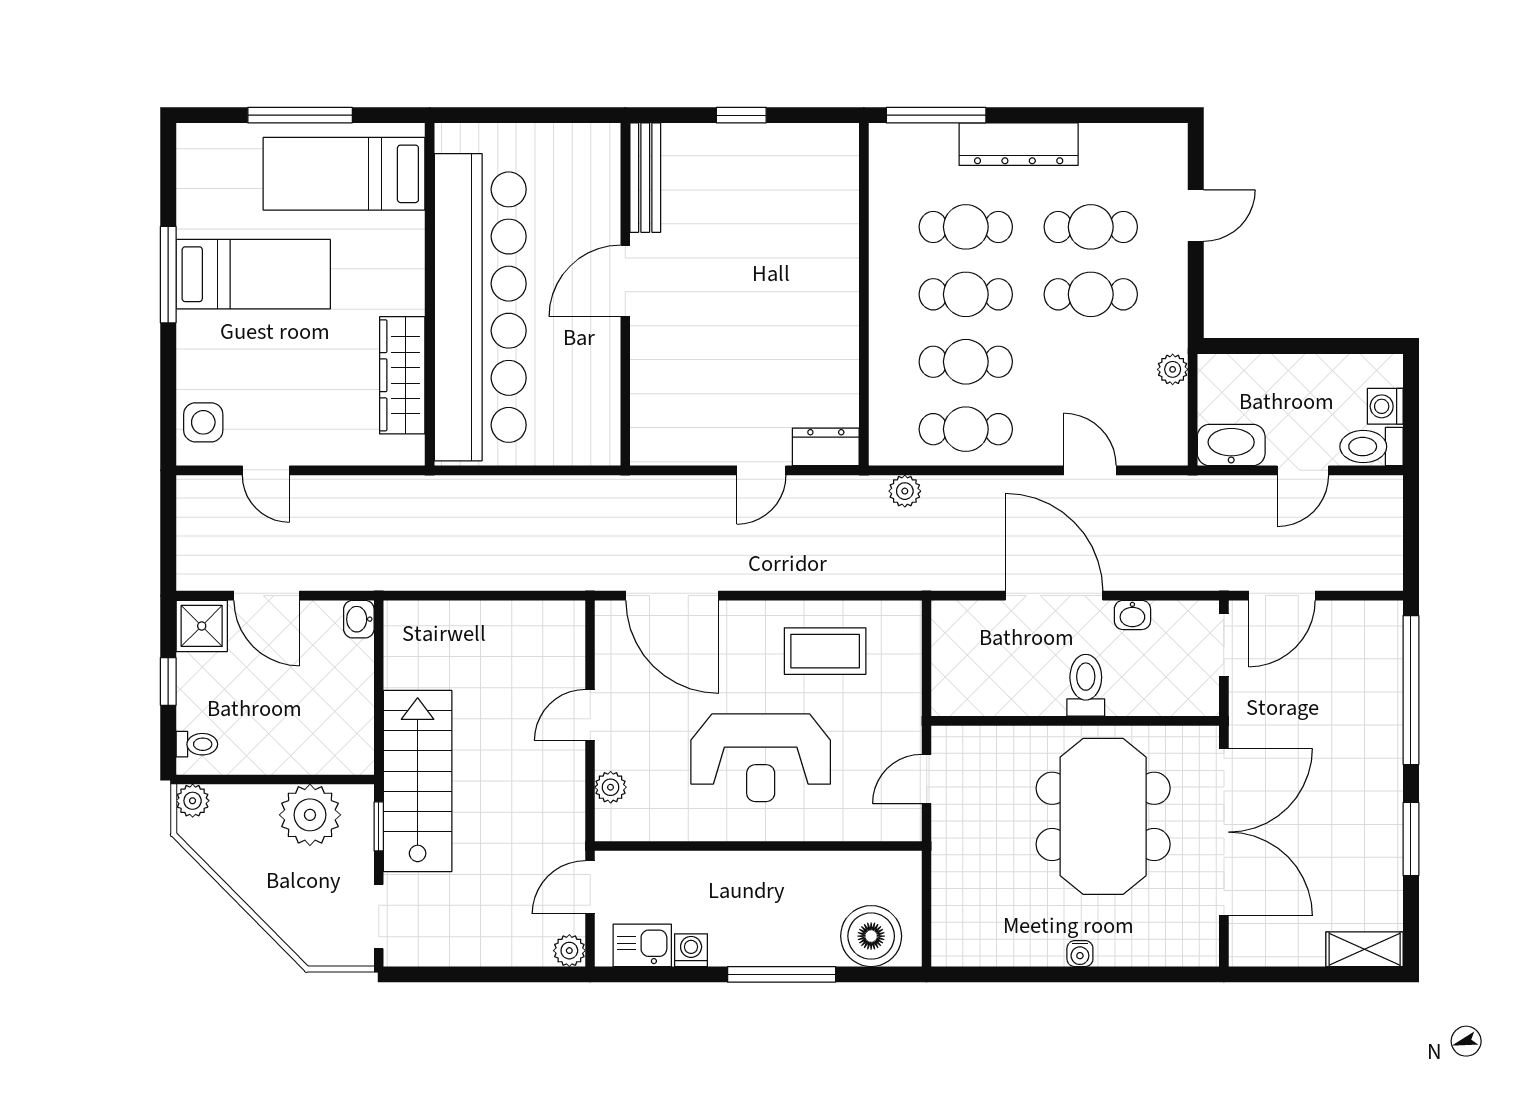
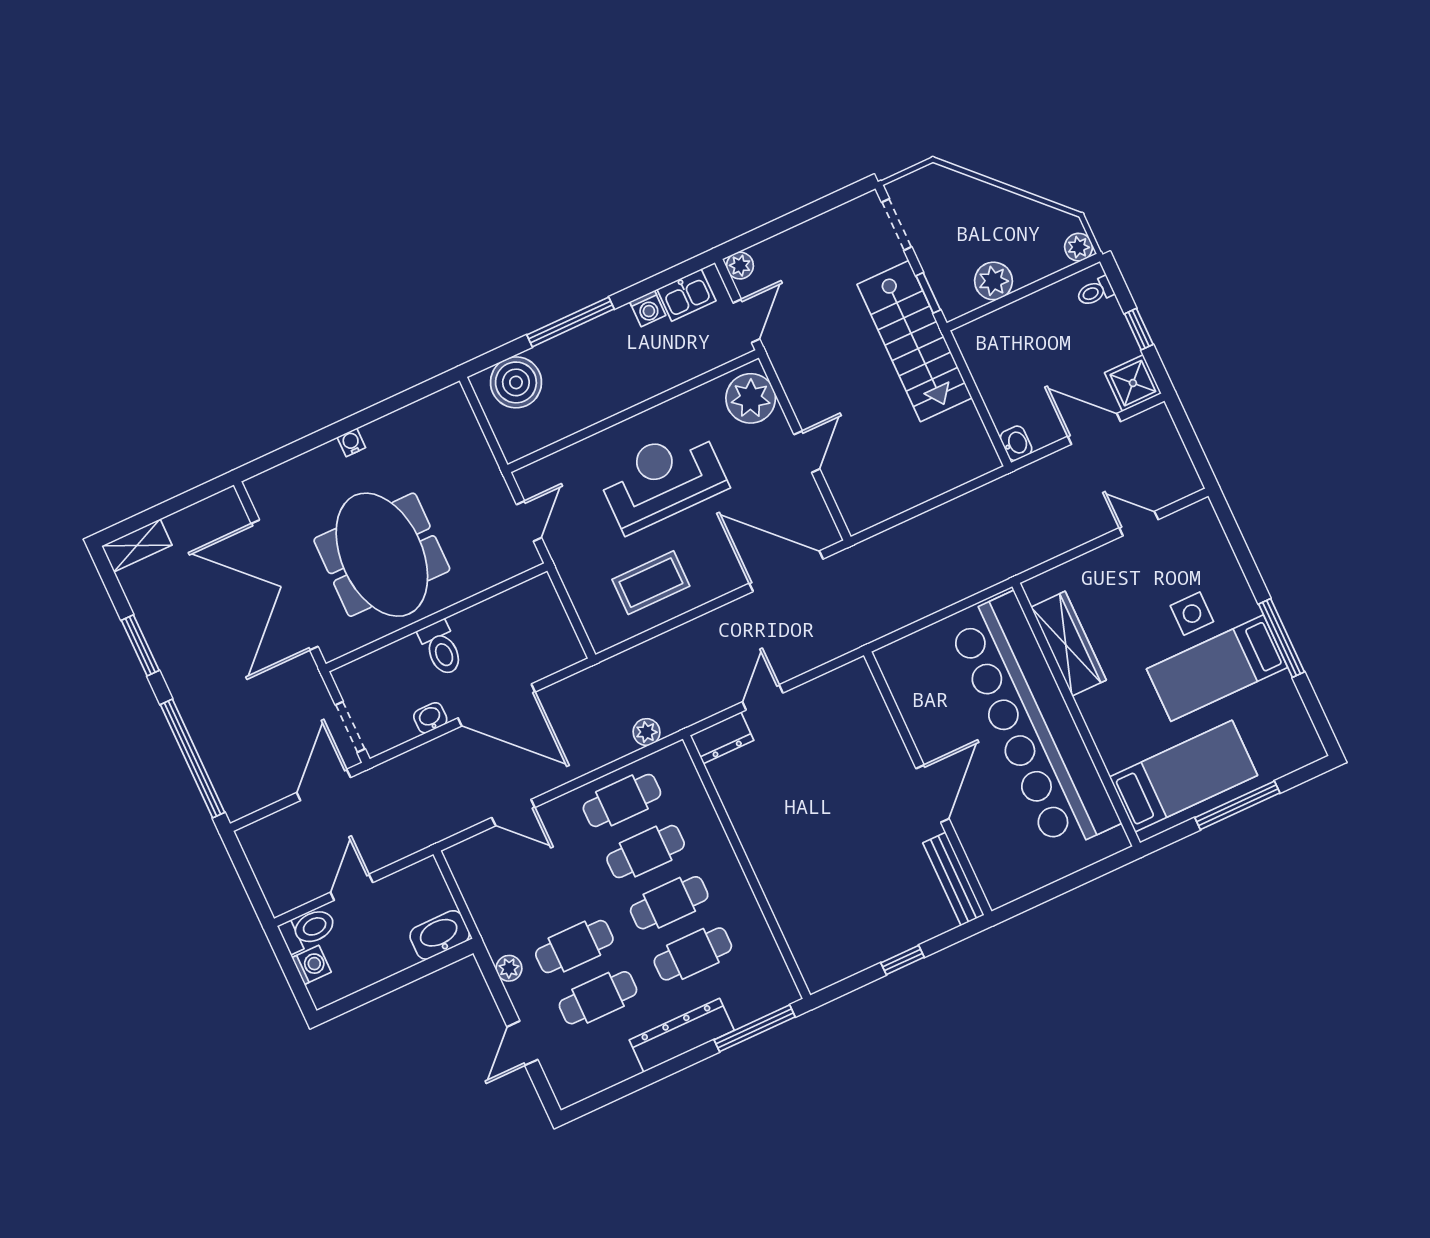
plant: (1173, 369) -> (509, 968), moved
side table: (203, 422) -> (1192, 614), moved
washbasin: (1231, 445) -> (440, 935), moved, turned 180
plant: (611, 787) -> (751, 398), width x1.88, depth x1.88
plant: (310, 815) -> (993, 281), width x0.73, depth x0.73

